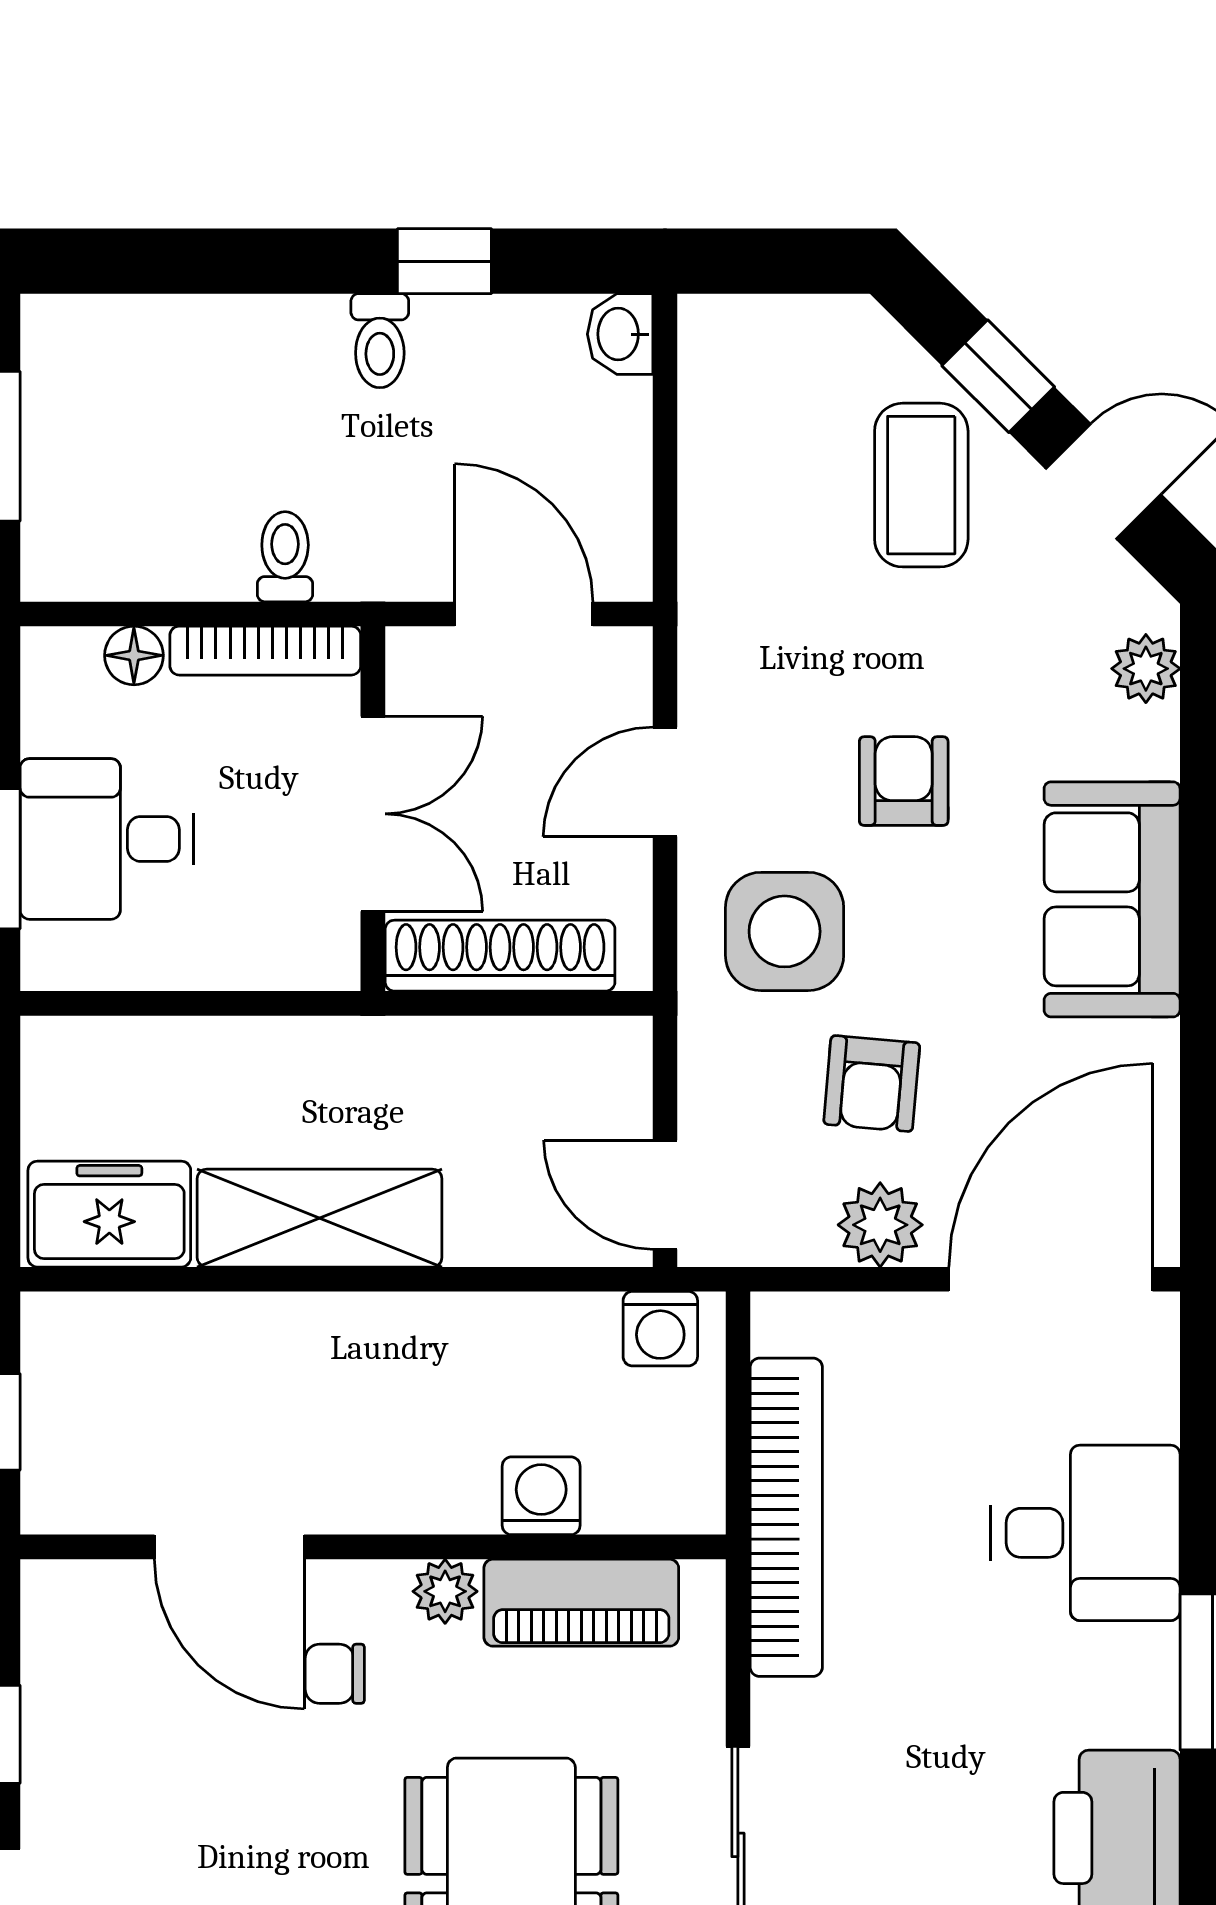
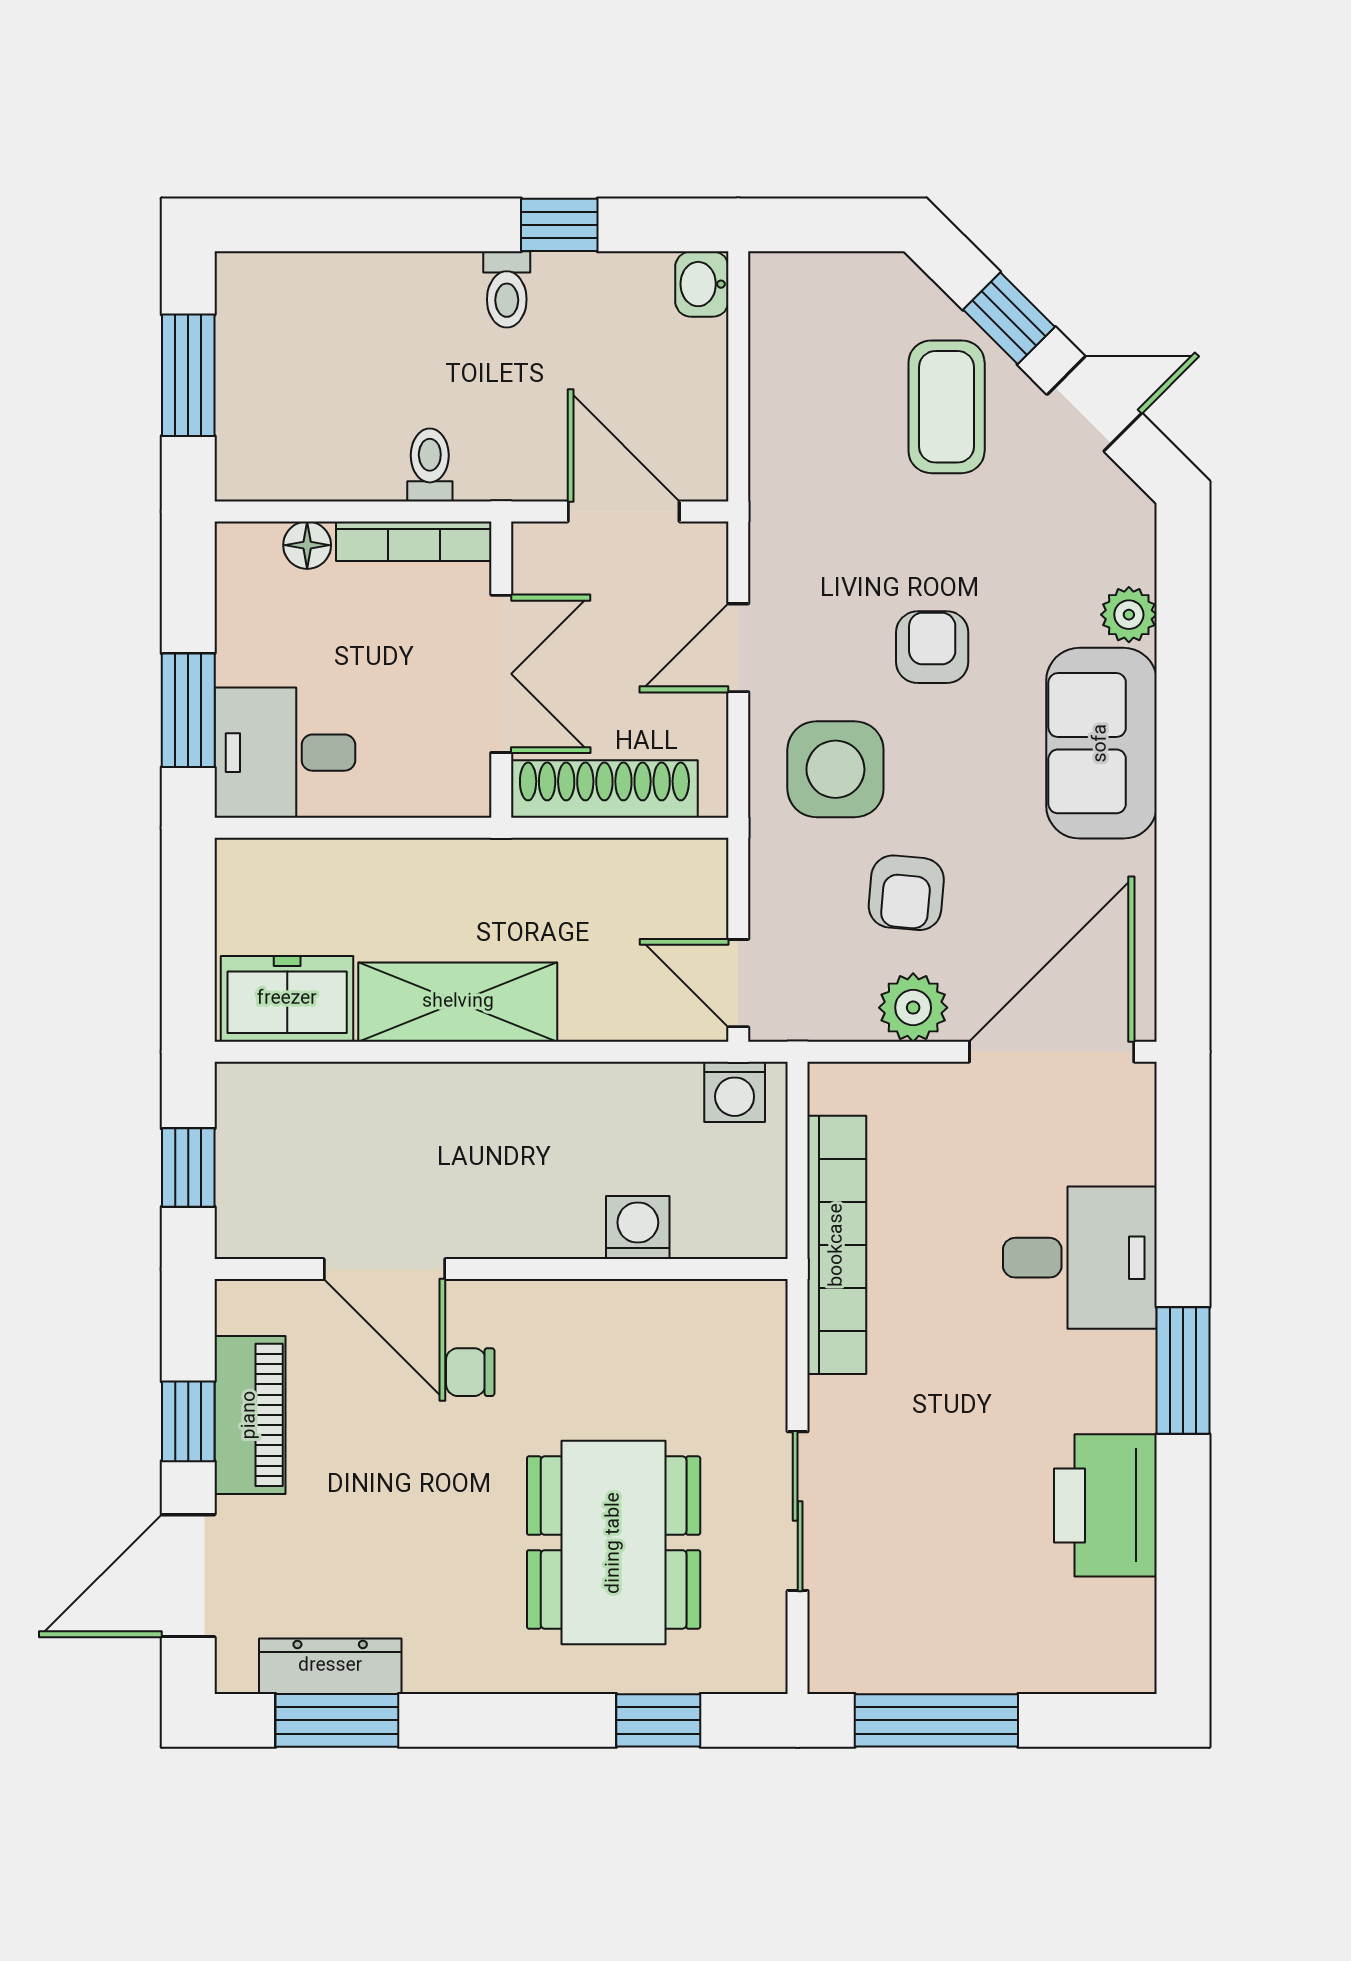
plant: (1146, 669) -> (1129, 615), moved
desk: (107, 839) -> (285, 753), moved
plant: (445, 1591) -> (560, 1305), removed
piano: (581, 1603) -> (250, 1415), moved, turned -90

